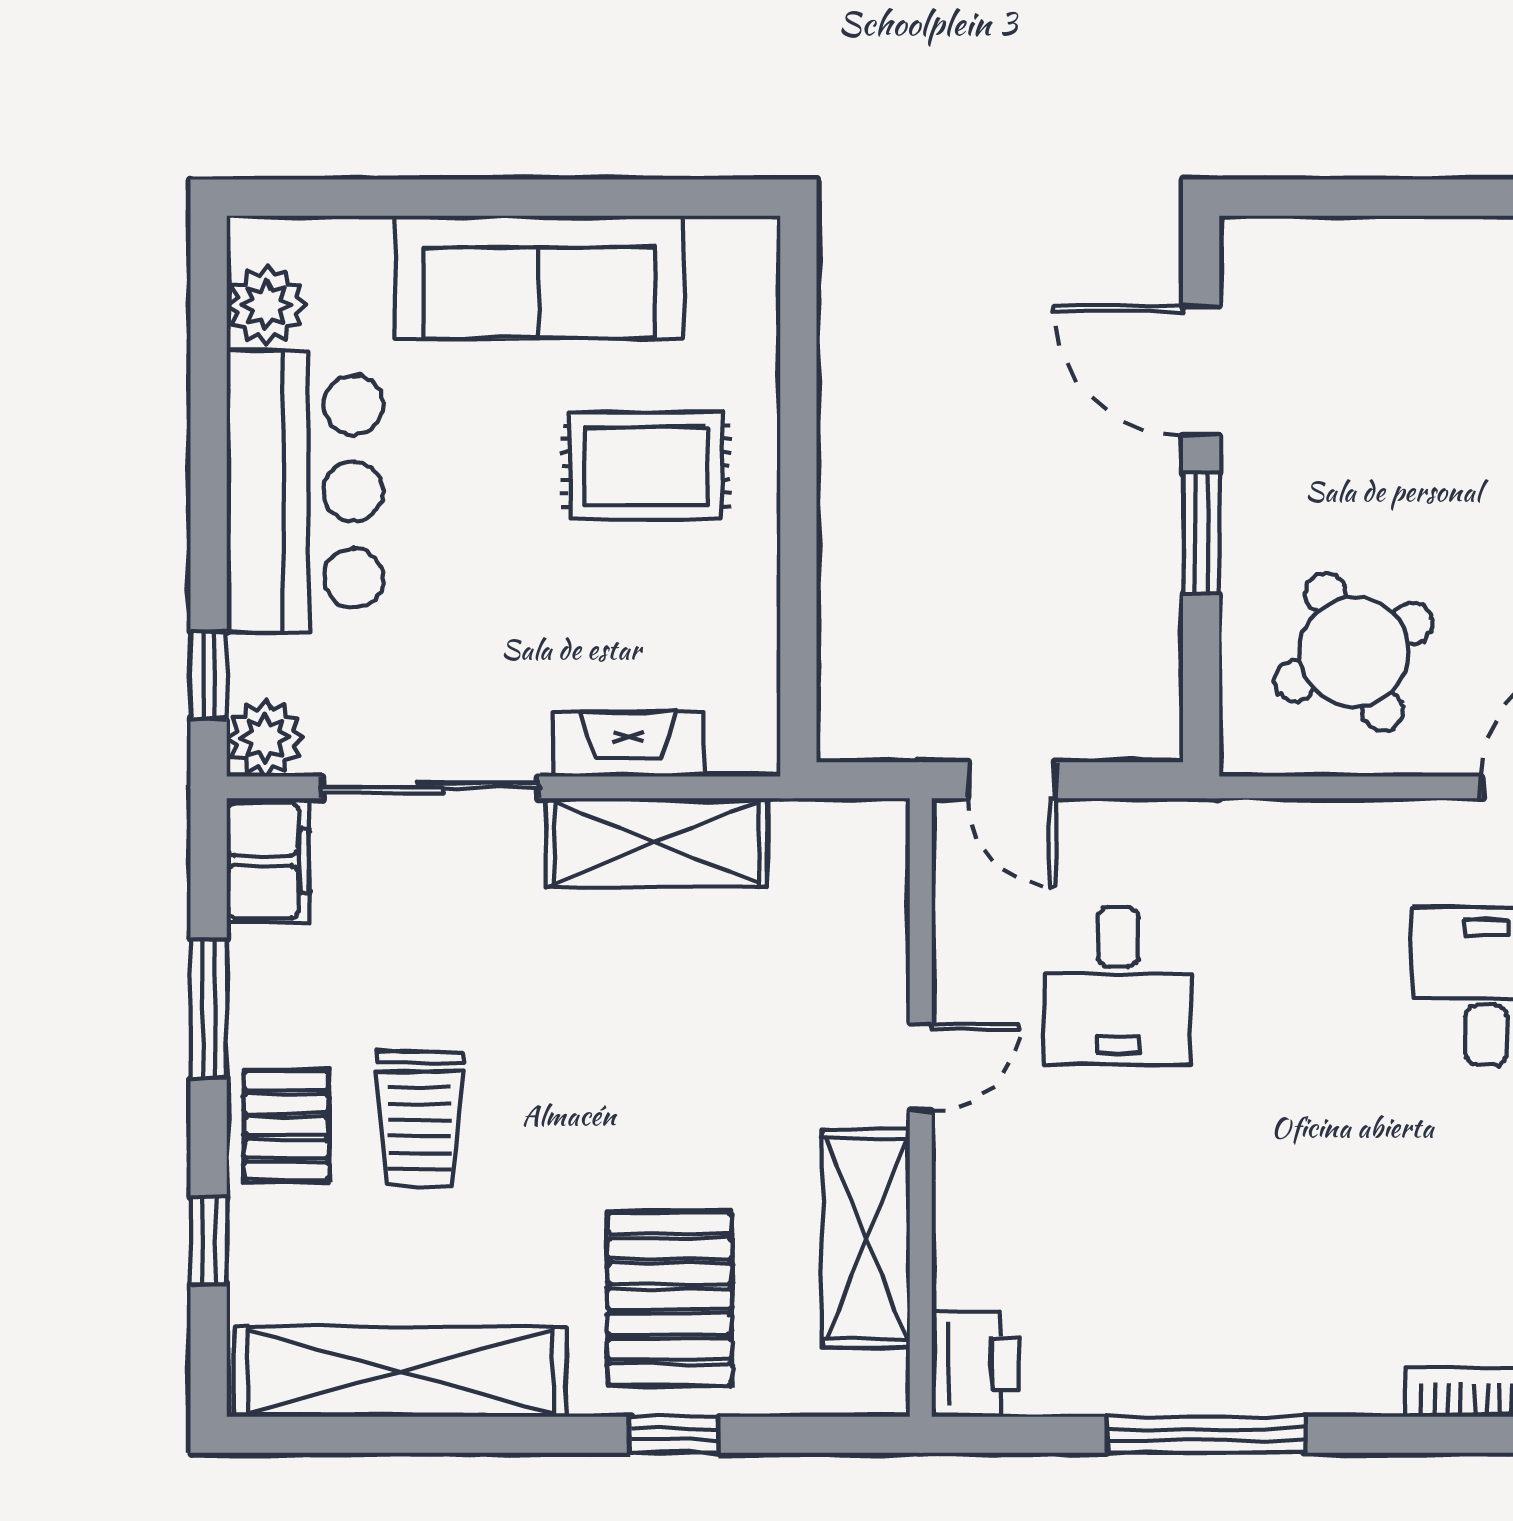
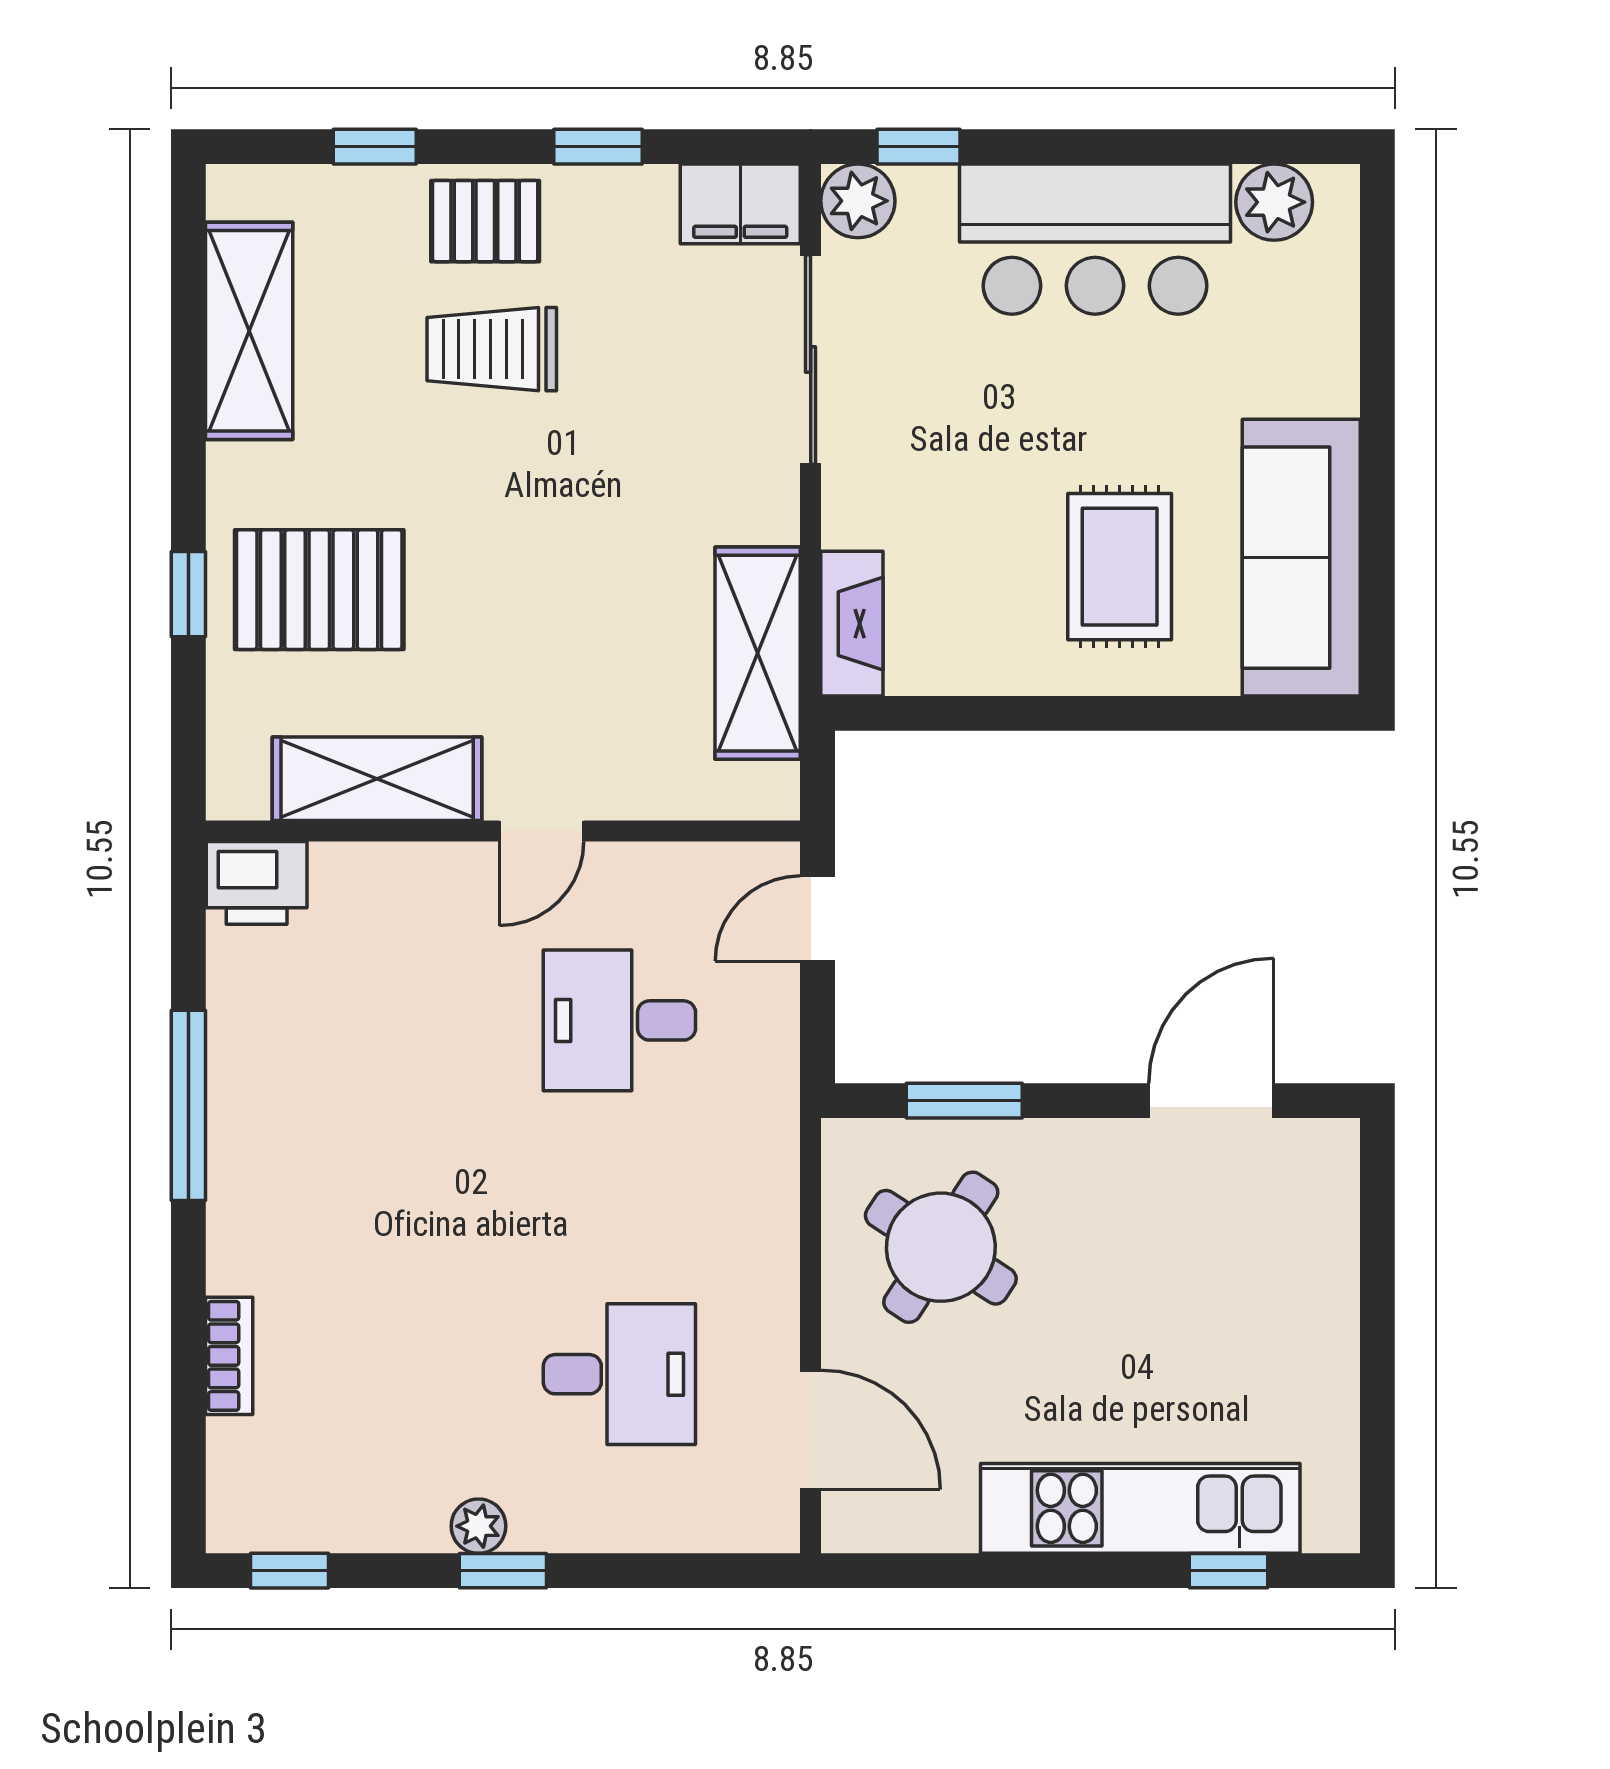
sofa: (539, 277) -> (1301, 558), moved
window: (1201, 533) -> (964, 1101), moved
round table: (1354, 652) -> (941, 1247), turned -31
fireplace: (628, 744) -> (852, 624), moved
shelving: (657, 842) -> (758, 653), moved
window: (209, 1008) -> (598, 147), width x0.67
door: (921, 1067) -> (542, 831), hinge flipped
shelving: (400, 1371) -> (249, 331), width x0.68

